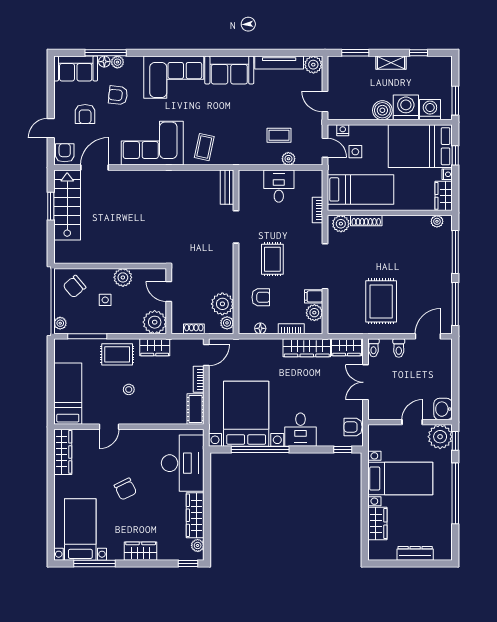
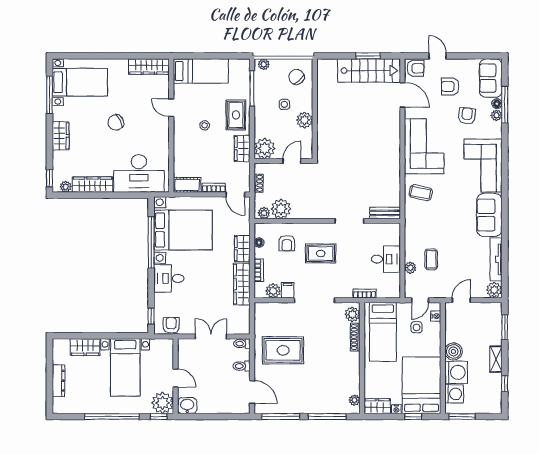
wardrobe: (347, 347) -> (242, 249), moved

